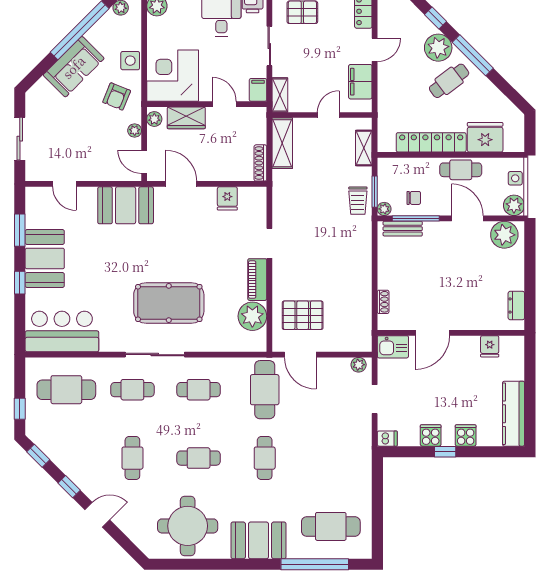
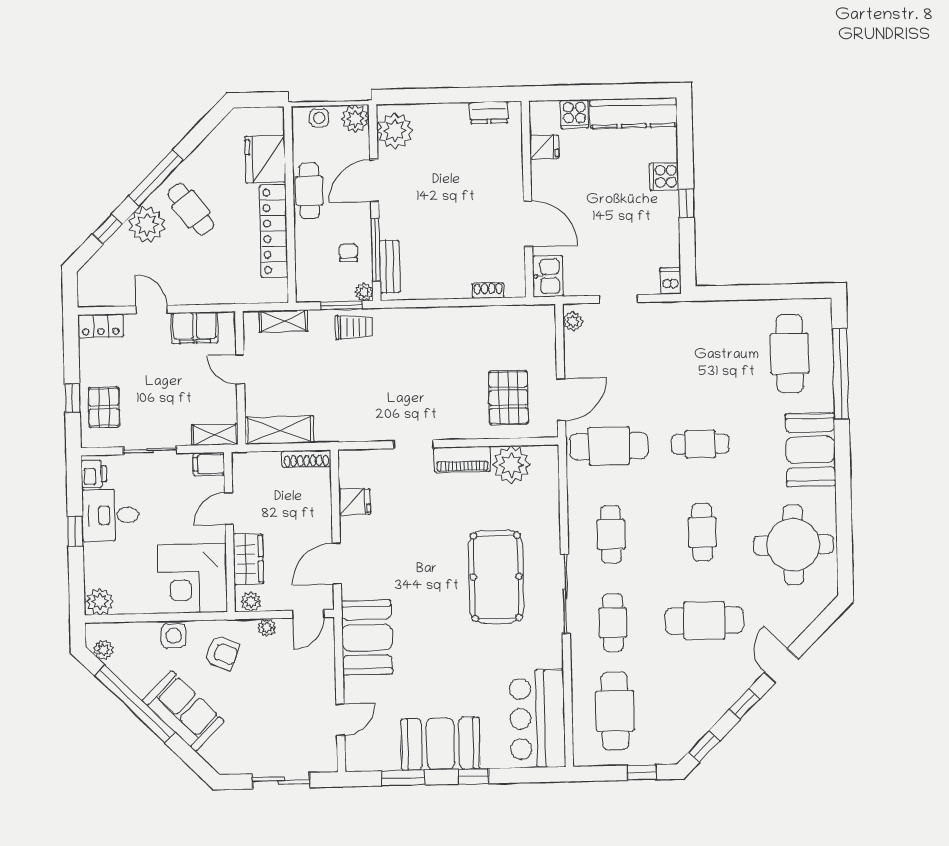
cooker: (431, 435) -> (574, 114), moved, turned -90
cafe table: (132, 458) -> (704, 621), width x1.37, depth x1.35

